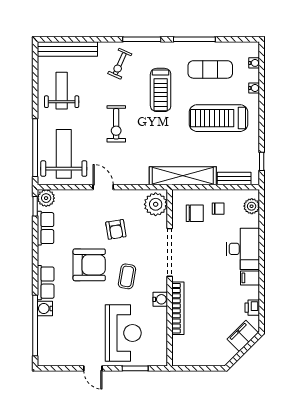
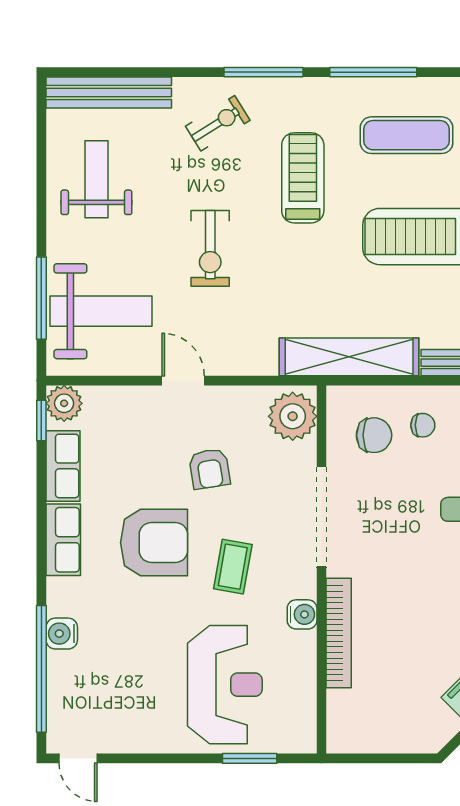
exercise bike: (120, 64) -> (218, 123), turned -146
treadmill: (161, 90) -> (303, 178), turned 180
window: (35, 148) -> (41, 298), width x0.68
weight bench: (64, 154) -> (101, 311), turned 90
row of seats: (46, 283) -> (63, 540), moved
door: (93, 368) -> (78, 758), moved

